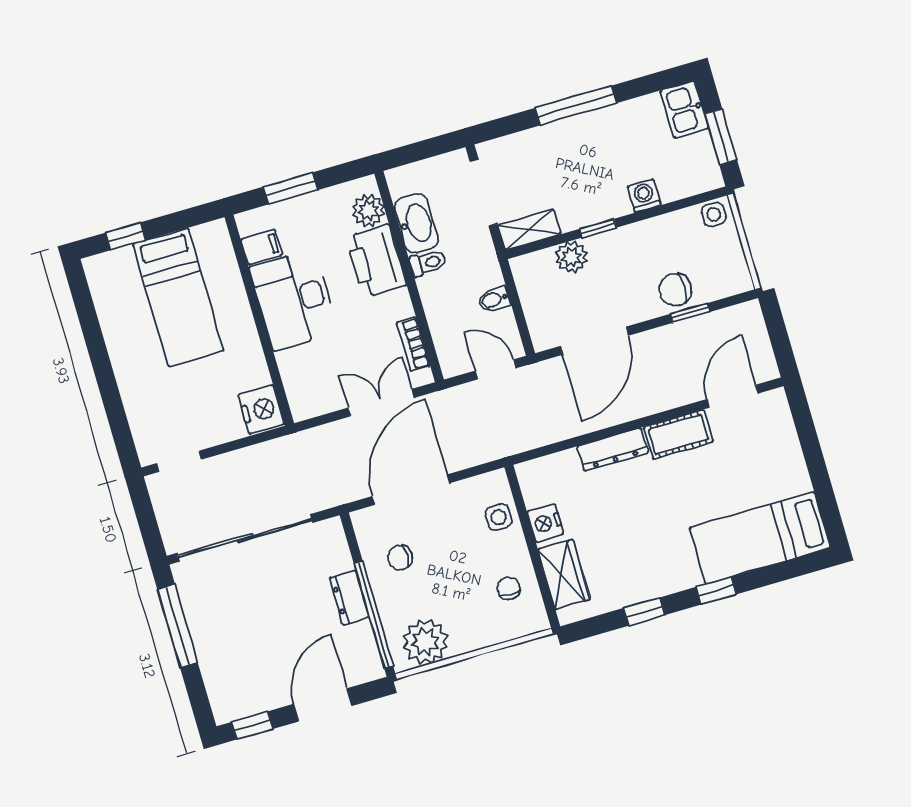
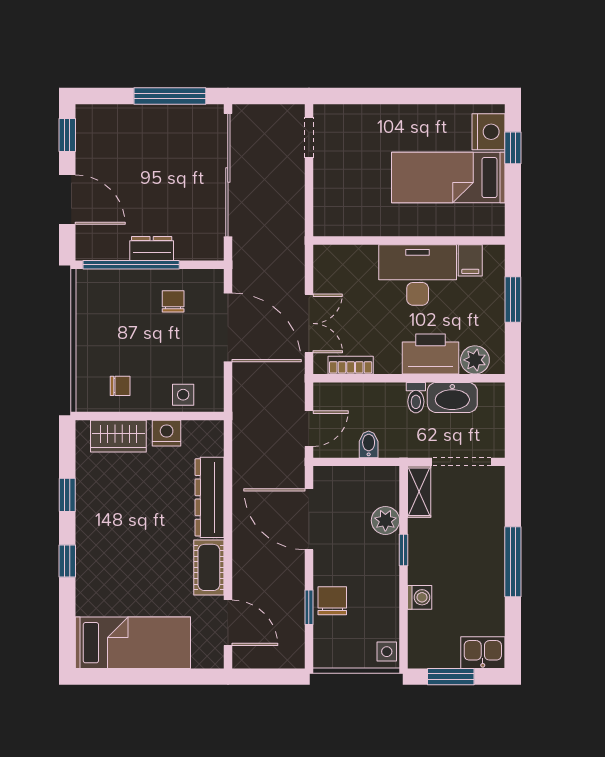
nightstand: (261, 410) -> (488, 132), moved, turned -90
dresser: (613, 449) -> (210, 497), width x1.37, depth x1.24
bed: (760, 538) -> (133, 643), moved, turned 90
plant: (425, 642) -> (96, 302), removed

